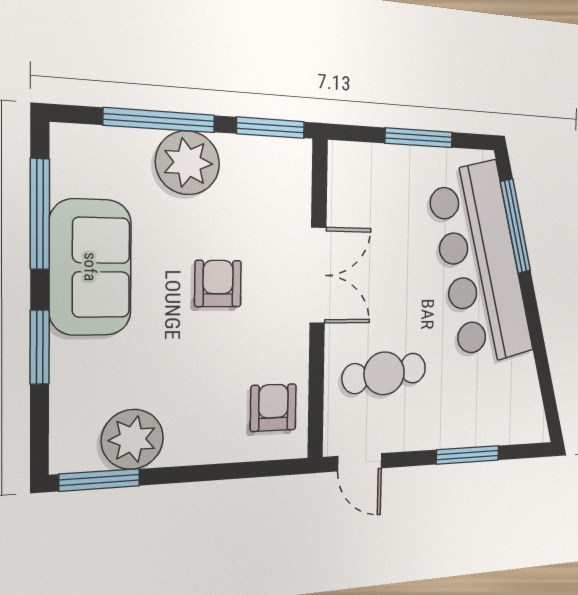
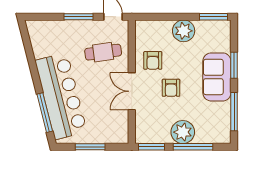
sofa: (90, 267) -> (217, 77), moved
armchair: (273, 408) -> (153, 60), moved
plant: (132, 439) -> (184, 31), moved
window: (468, 455) -> (78, 17), moved

